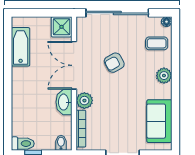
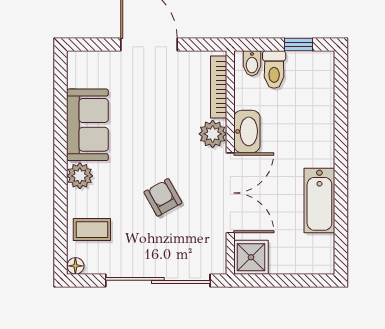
bathtub: (21, 47) -> (319, 201), moved
armchair: (114, 63) -> (163, 197), turned -90
sofa: (159, 121) -> (87, 125), moved
toilet: (23, 144) -> (274, 70), moved, turned -90

